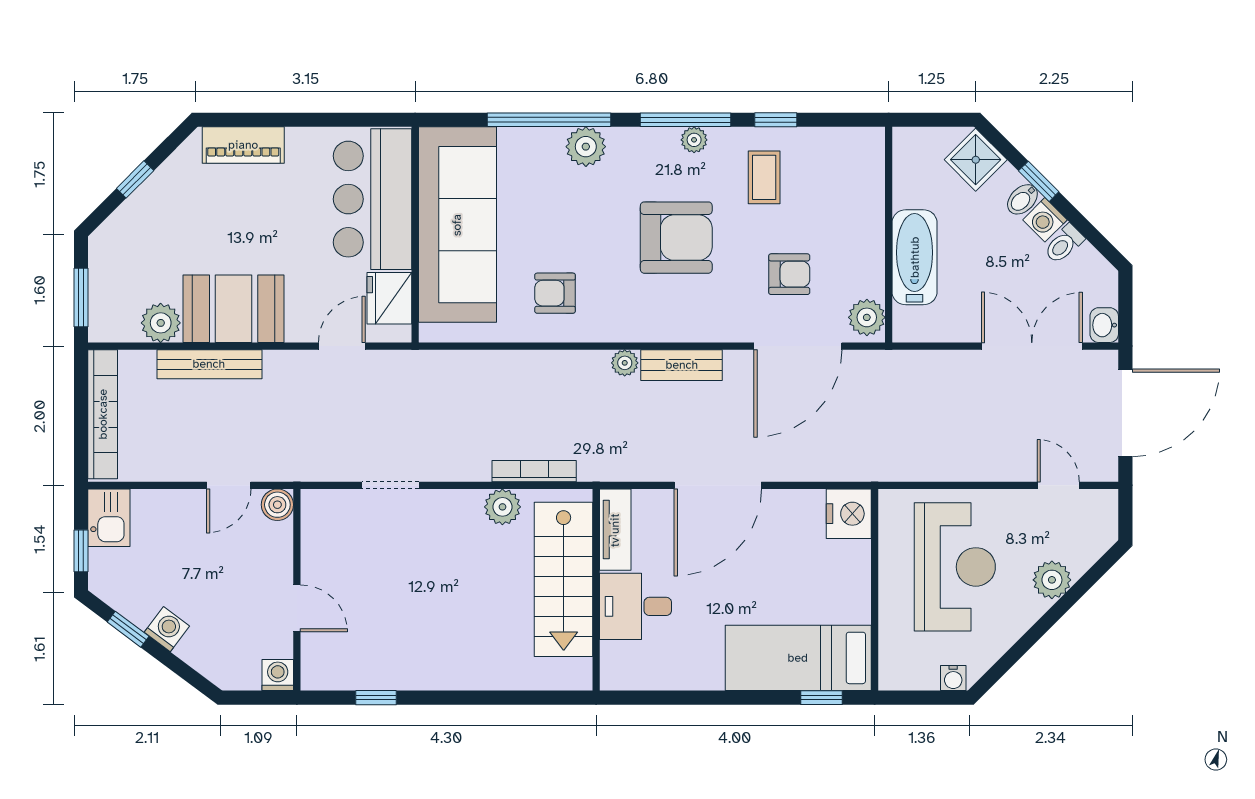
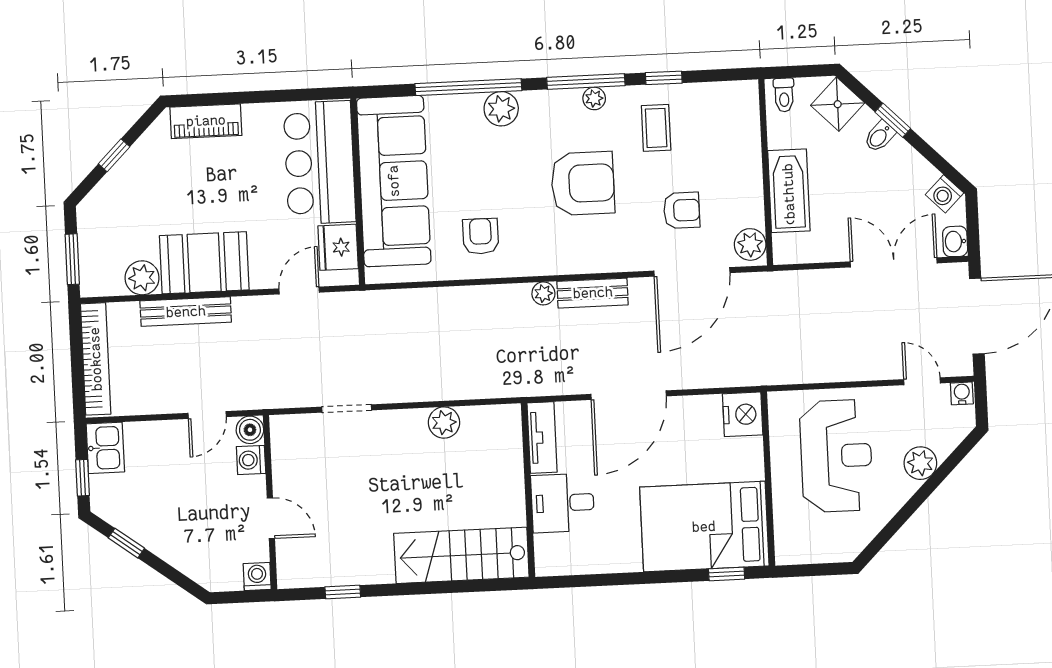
washing machine: (1045, 220) -> (945, 194), moved
toilet: (1064, 244) -> (784, 95), moved, turned -45
armchair: (555, 293) -> (481, 236), turned 90
bookcase: (534, 471) -> (470, 390), removed
stairs: (564, 579) -> (461, 555), moved, turned 90
washing machine: (167, 629) -> (251, 460), moved, turned -127
bed: (798, 658) -> (704, 527), width x1.50
water cooler: (953, 678) -> (962, 393), moved, turned 180

